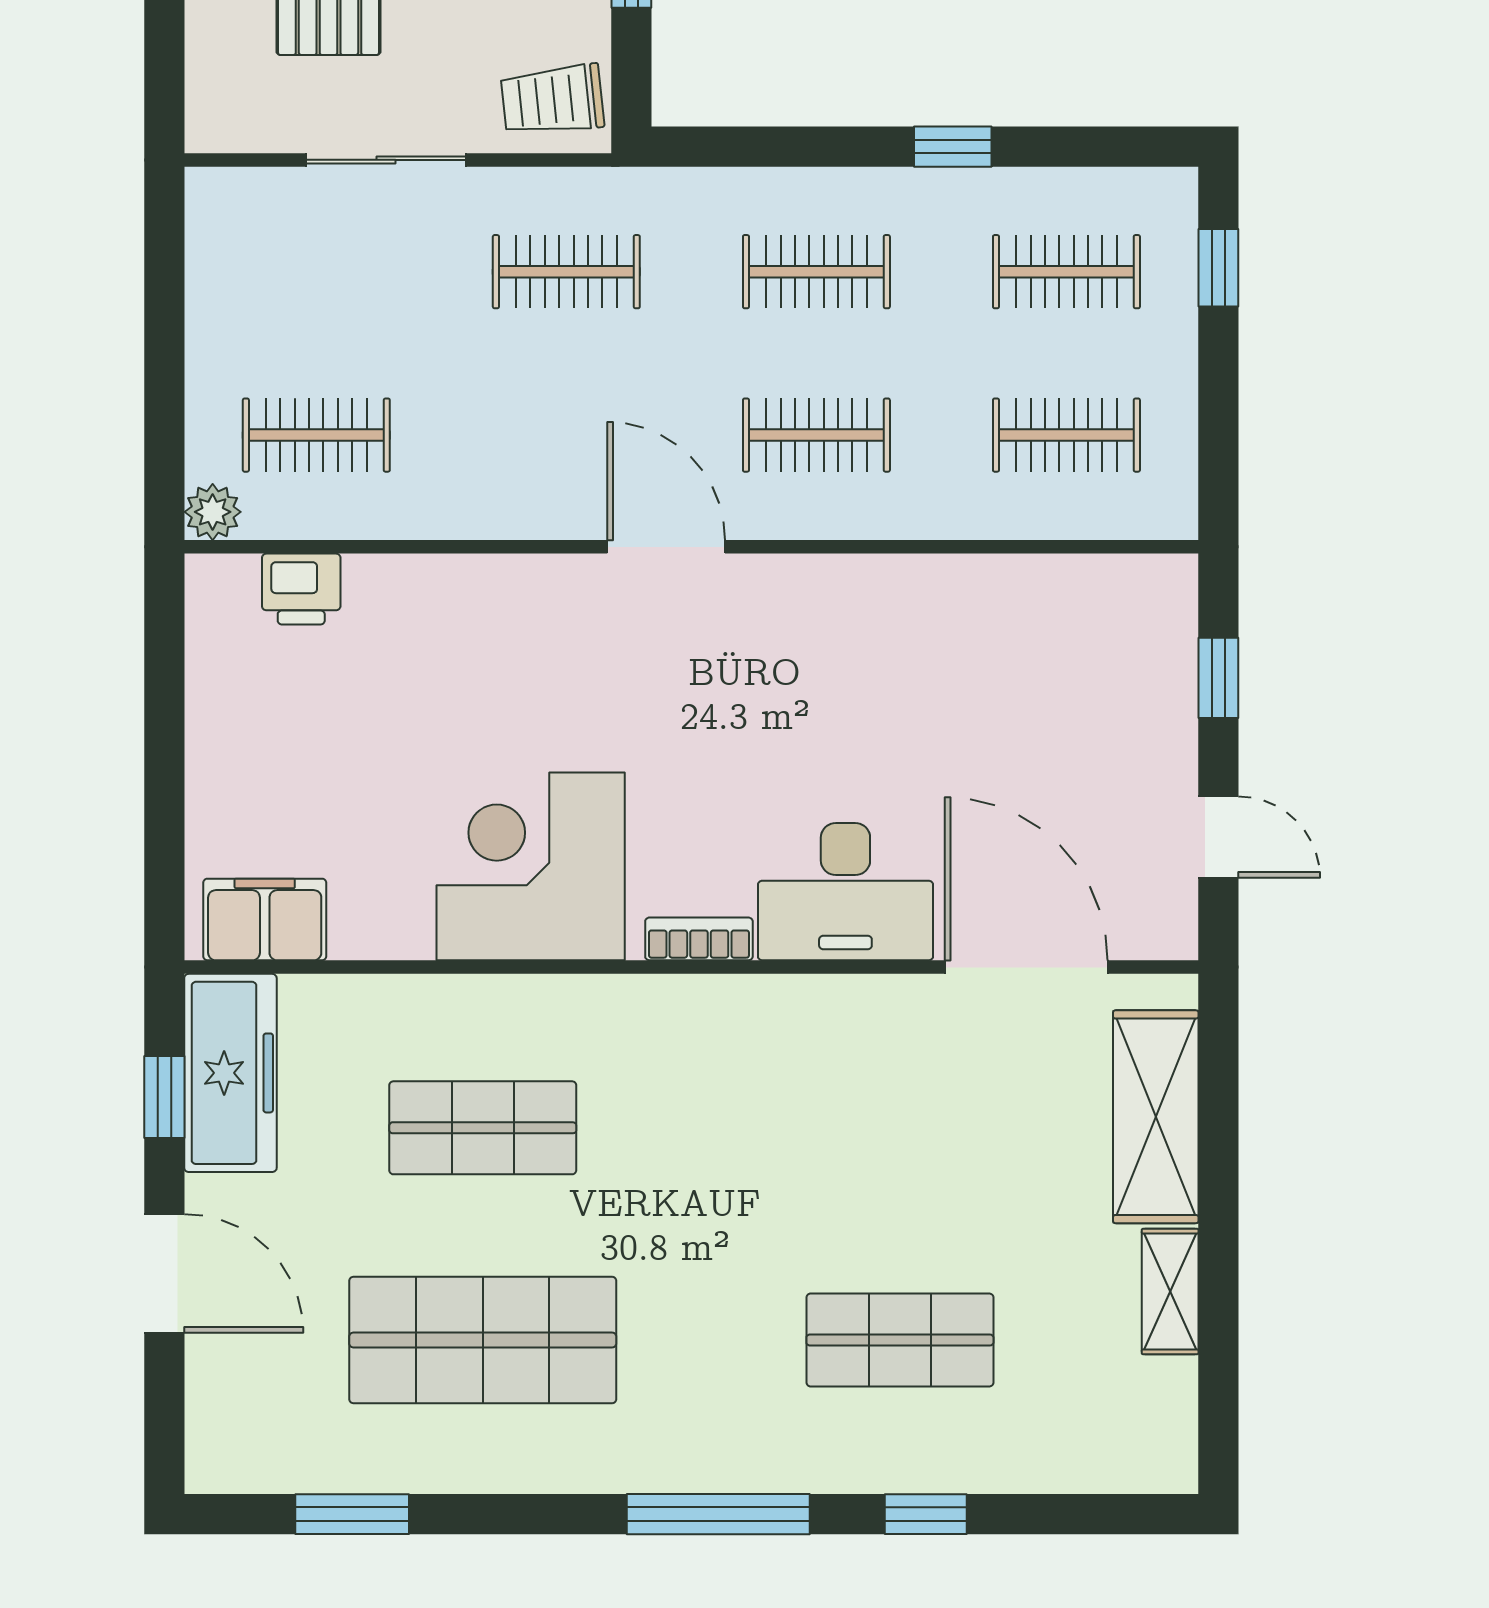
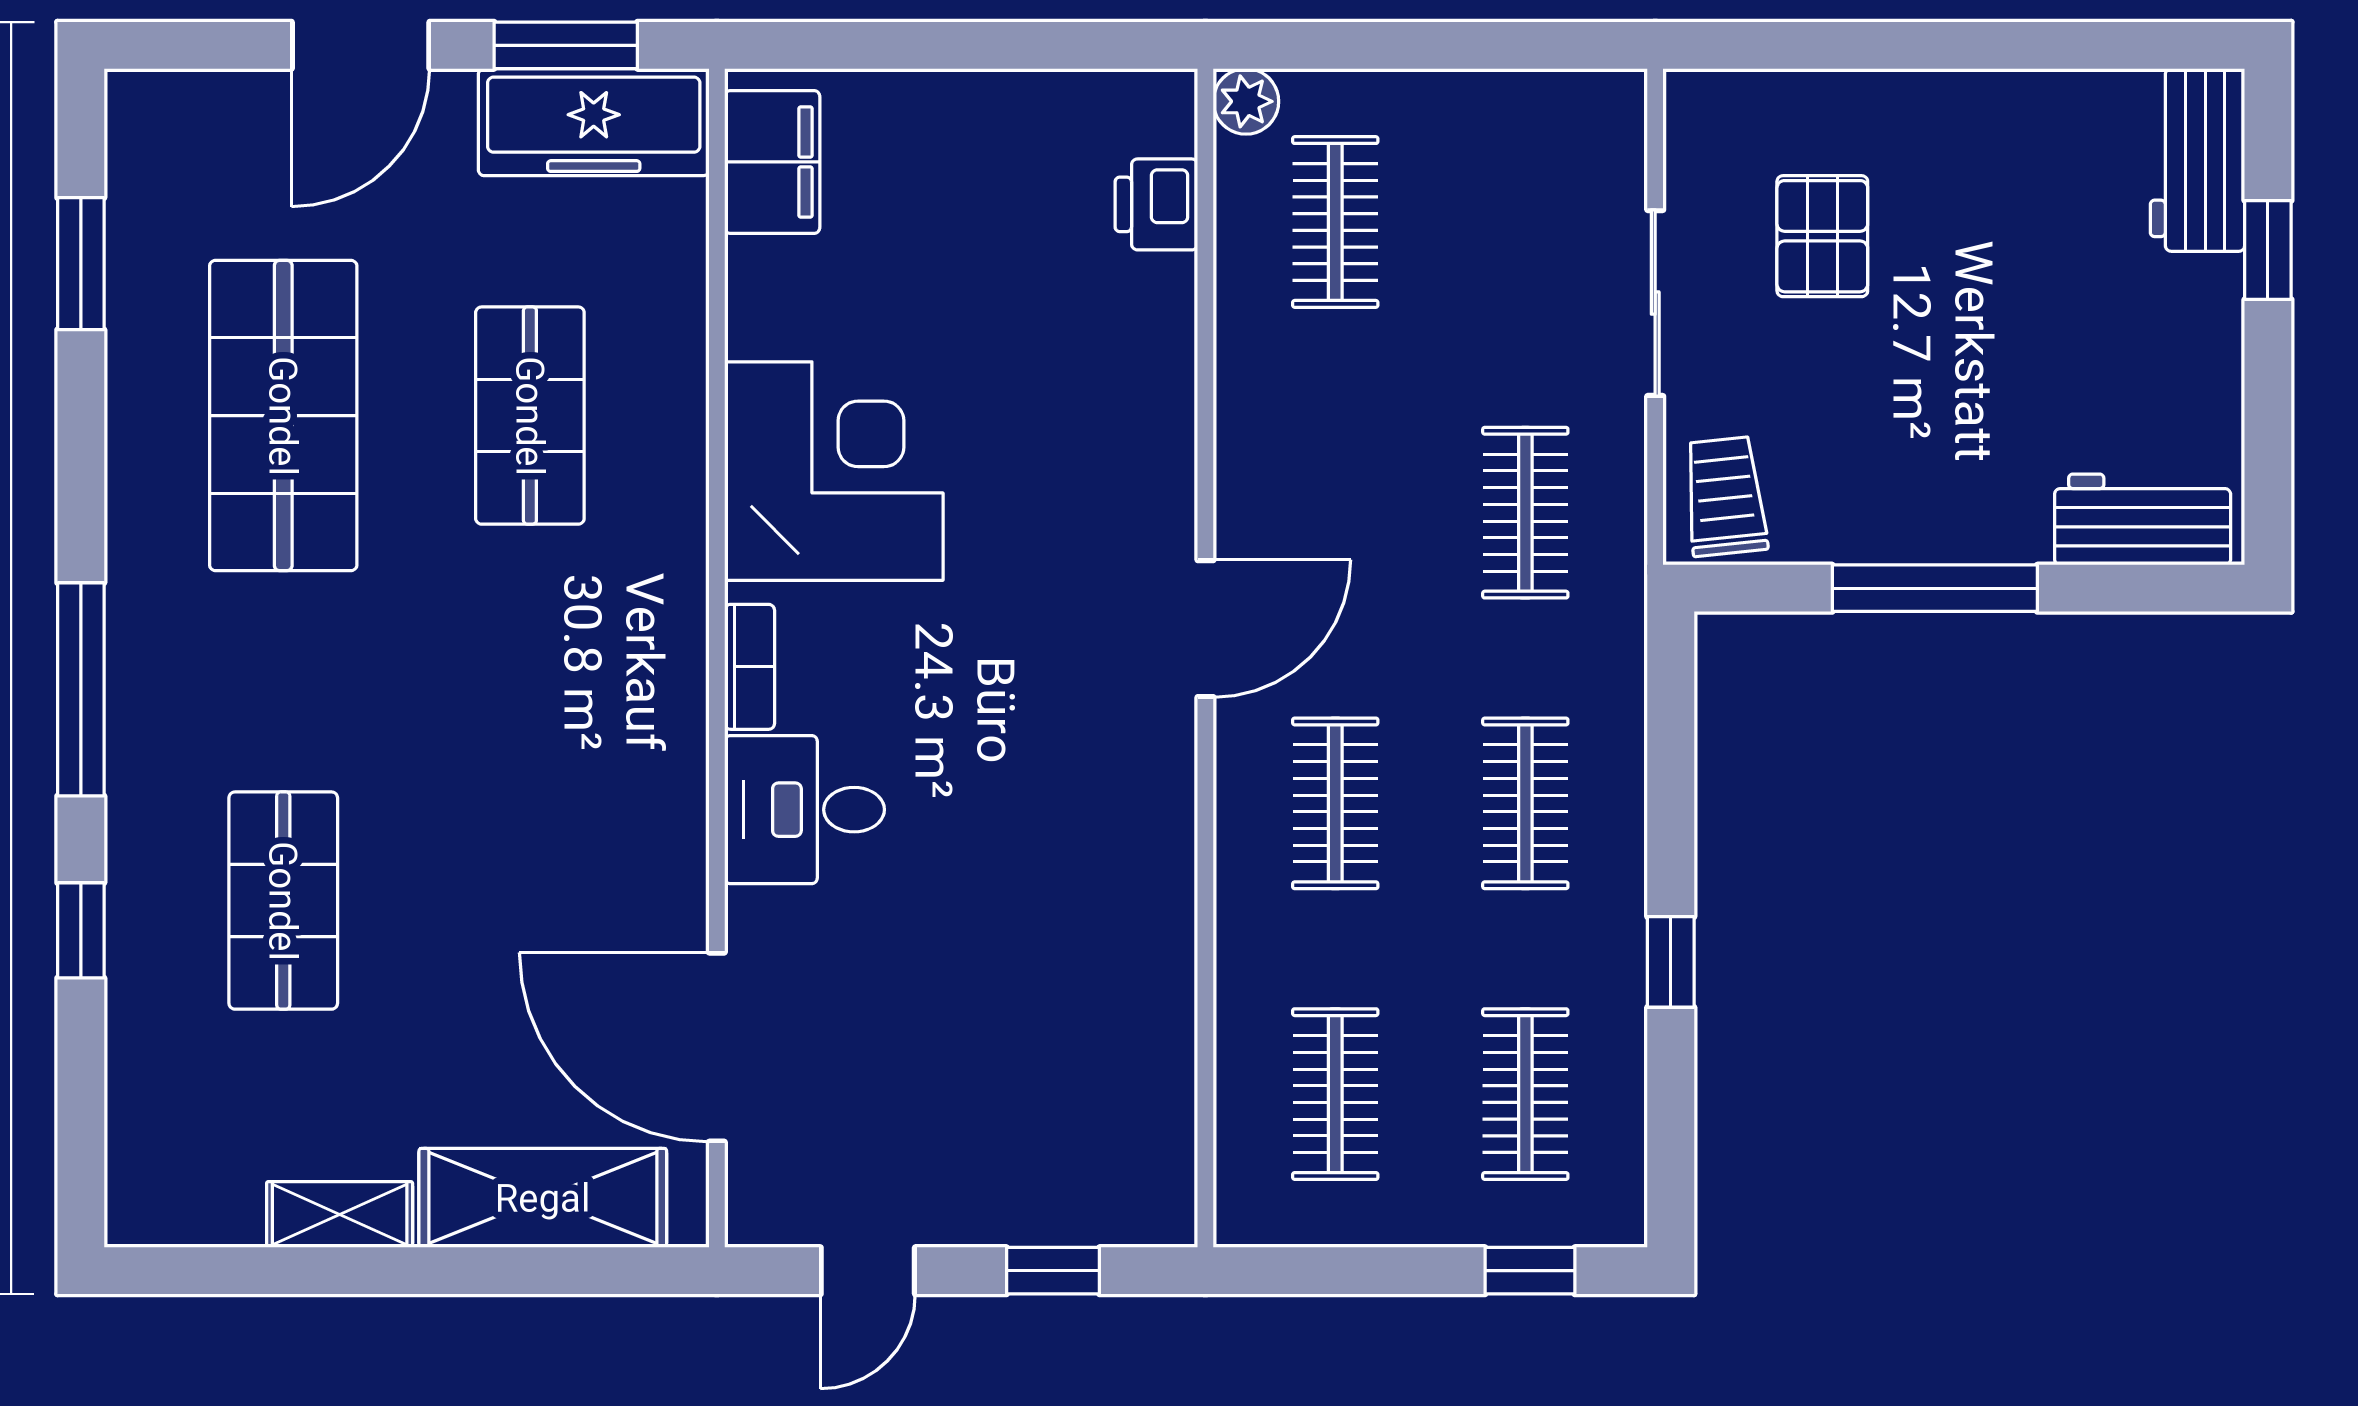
desk: (845, 892) -> (804, 810), width x0.73
door: (1026, 967) -> (717, 1047), swing flipped
window: (164, 1097) -> (566, 45), width x1.50

